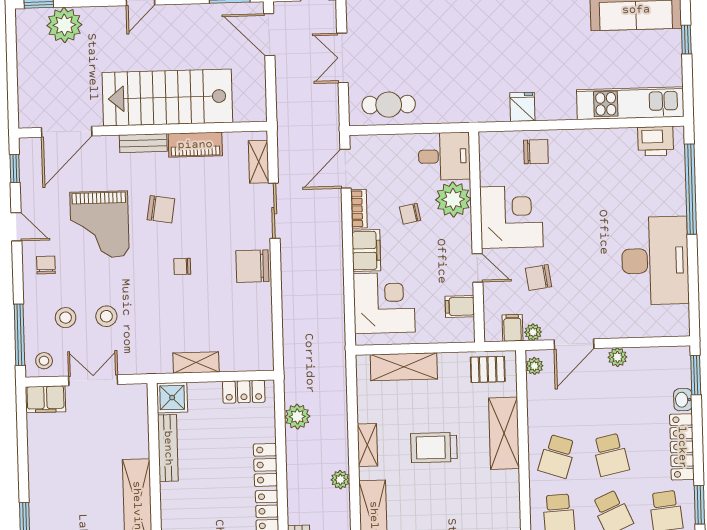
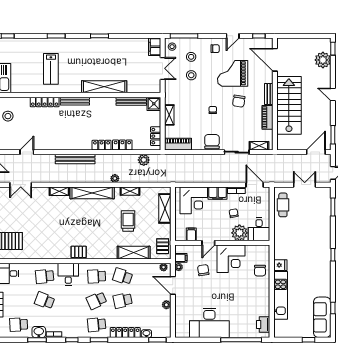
kitchen unit: (630, 103) -> (281, 295), moved
piano: (260, 341) -> (178, 144), added

